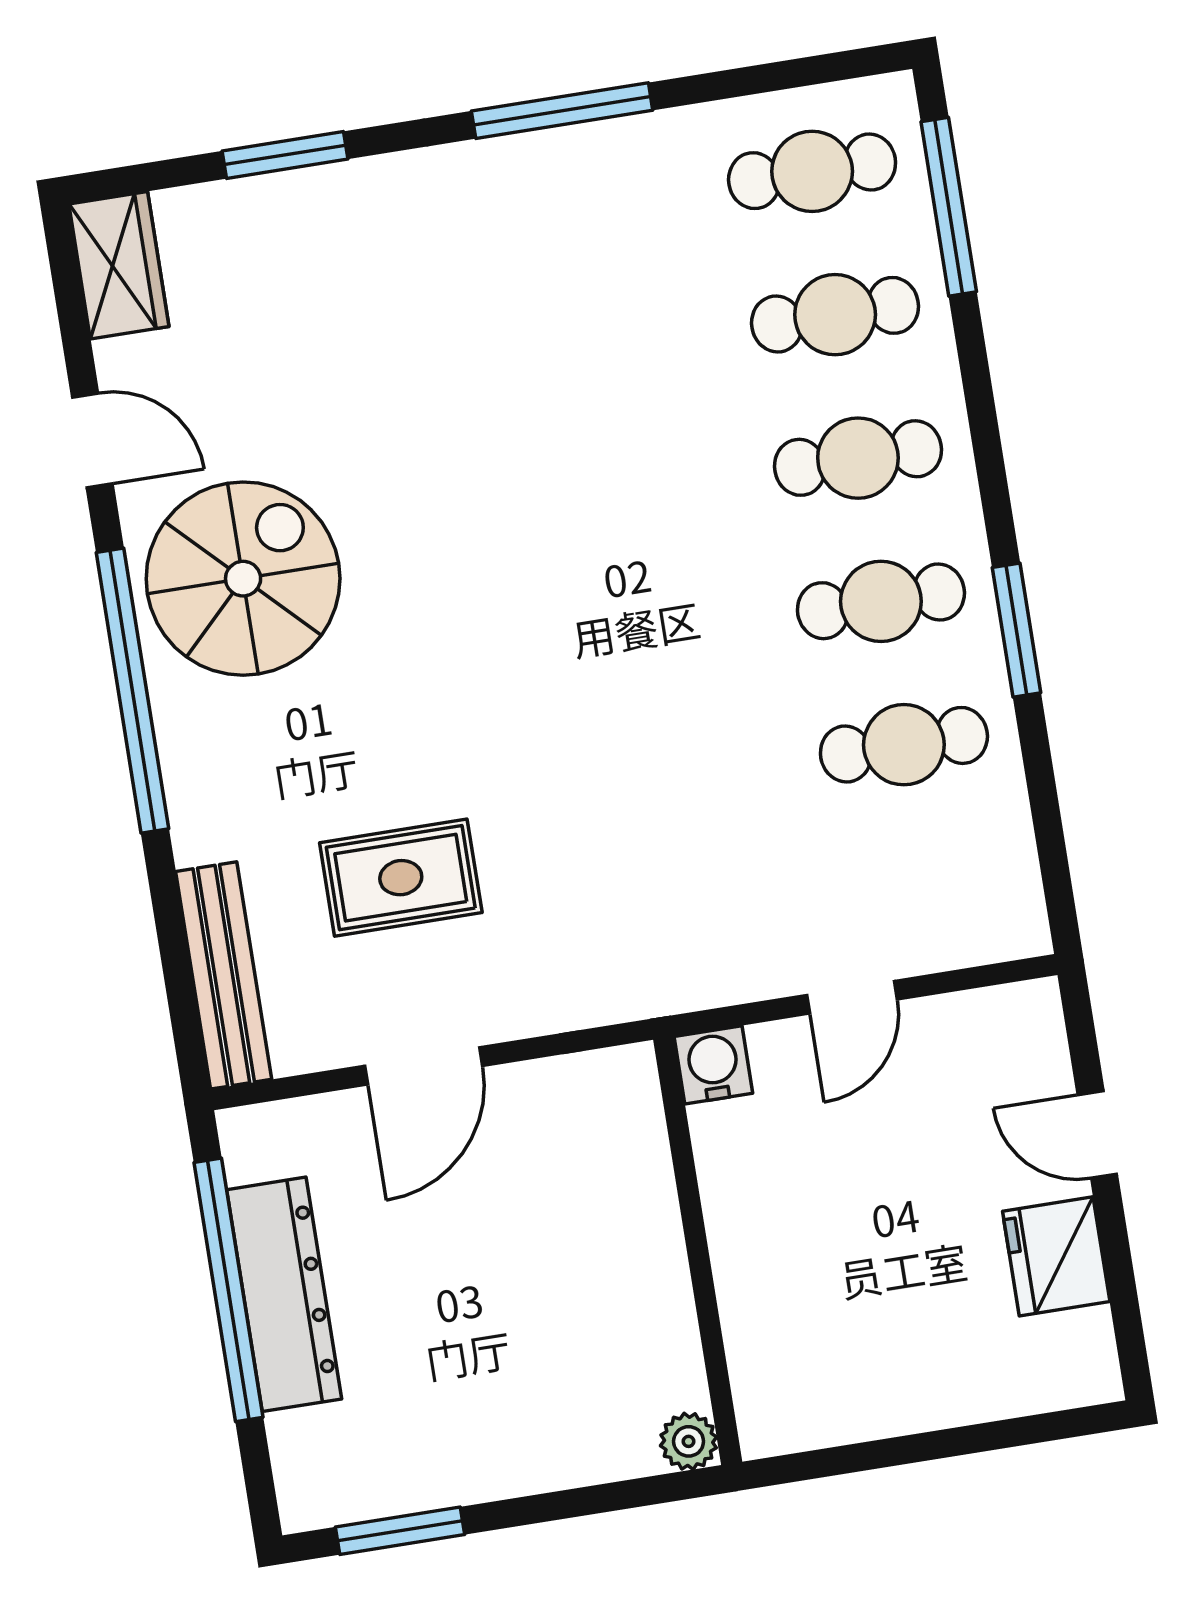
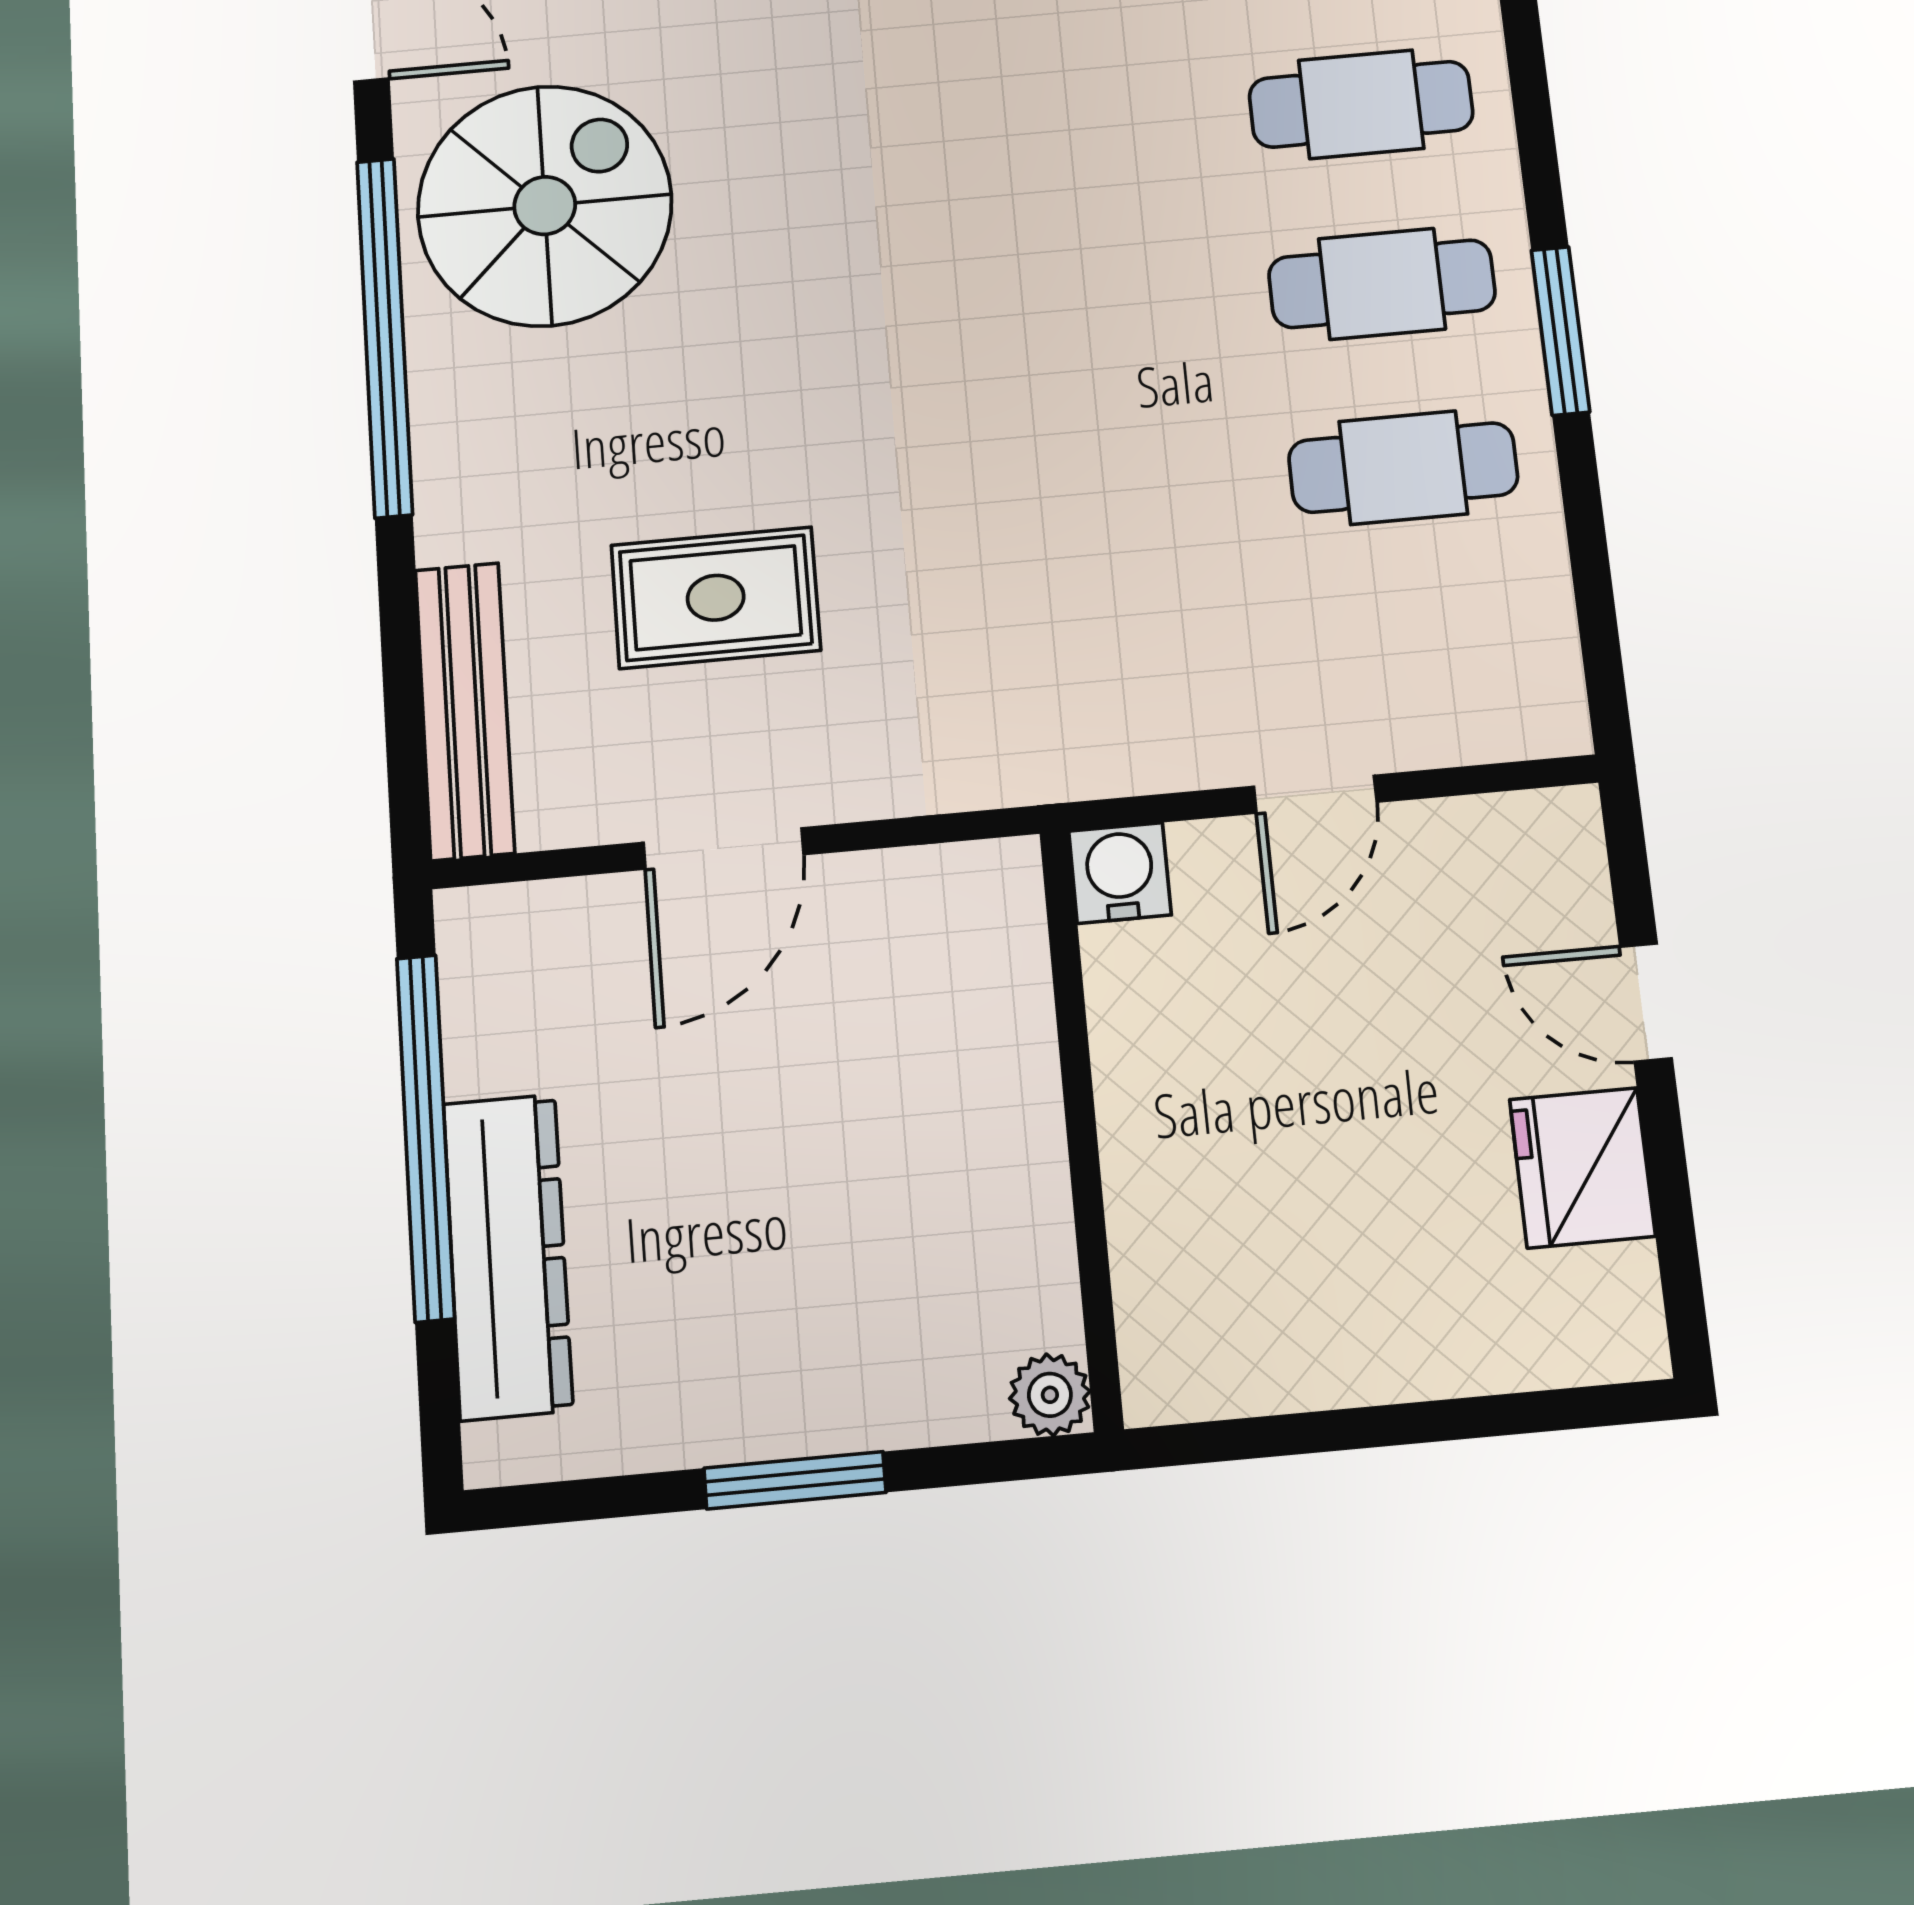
dresser: (284, 1294) -> (508, 1256), moved
window: (400, 1531) -> (795, 1480), moved

